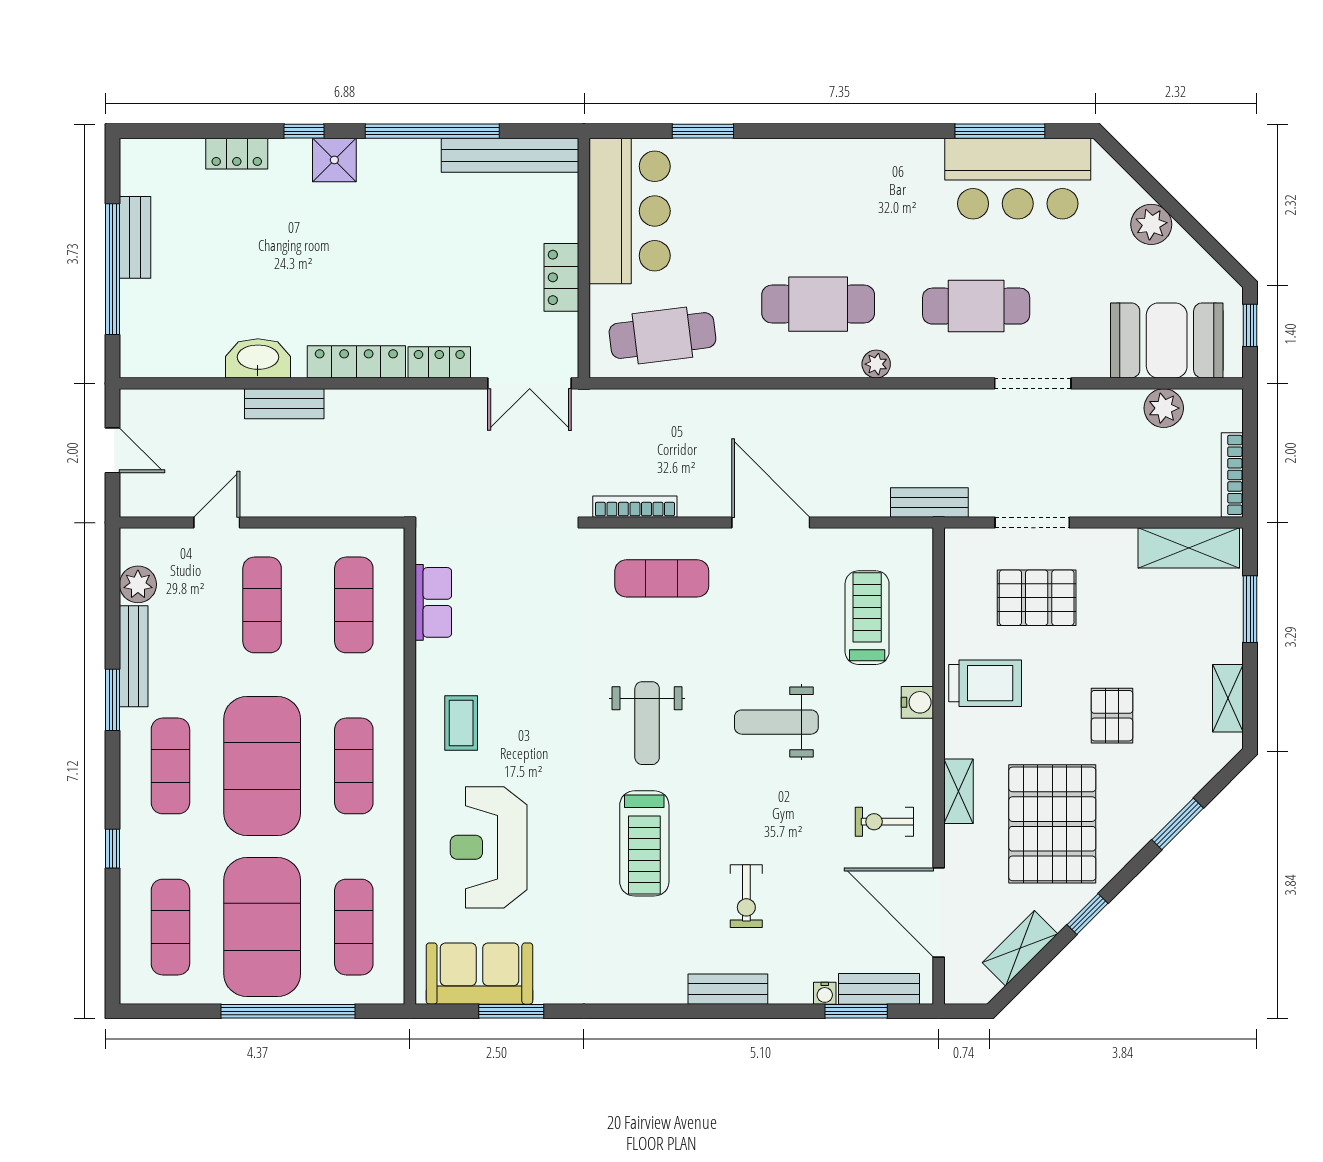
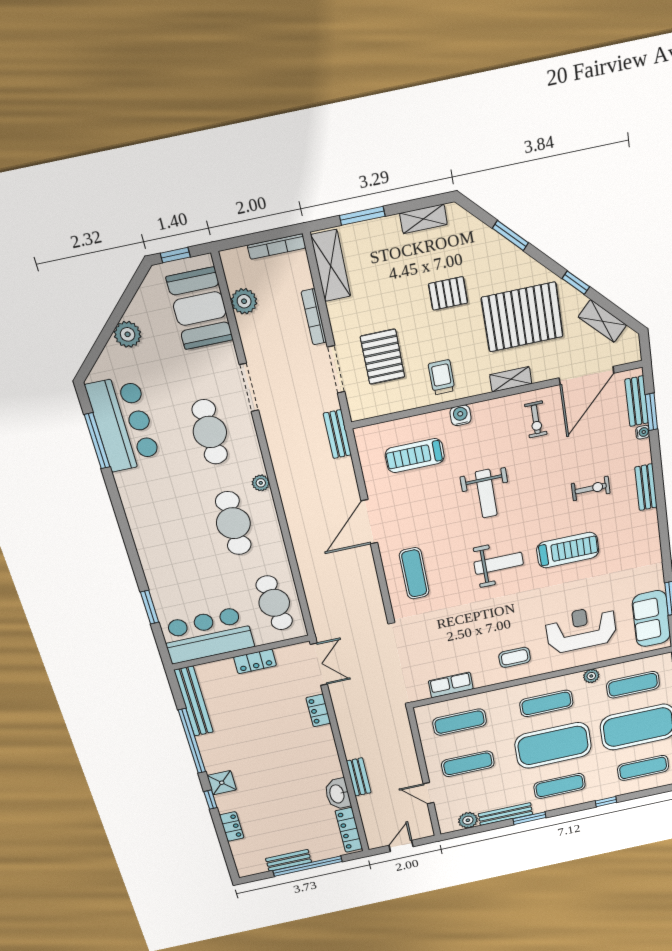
locker: (356, 362) -> (349, 830), moved
bookcase: (635, 507) -> (314, 317), moved
trolley: (985, 683) -> (442, 377), width x0.73, depth x0.72
reception desk: (489, 847) -> (581, 629), turned 180
plant: (390, 854) -> (591, 676), added

